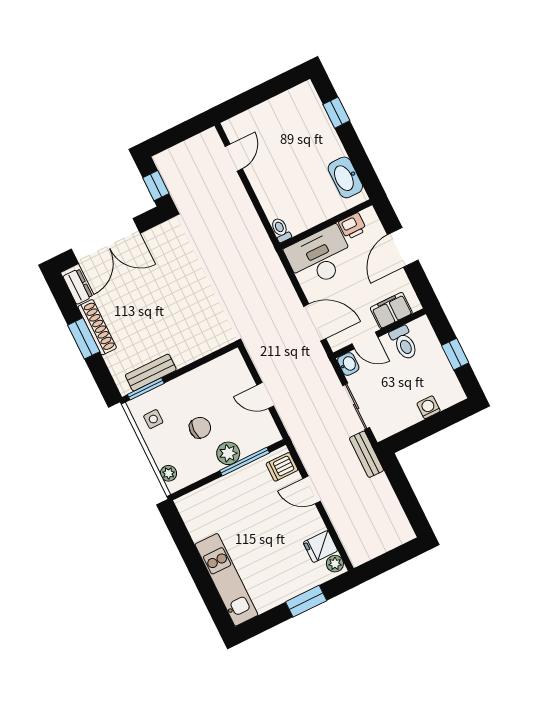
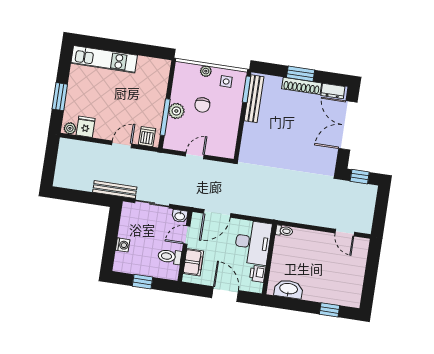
bench: (151, 373) -> (254, 99), width x1.36
bench: (367, 454) -> (115, 190), width x1.36
plant: (169, 473) -> (206, 71), moved

